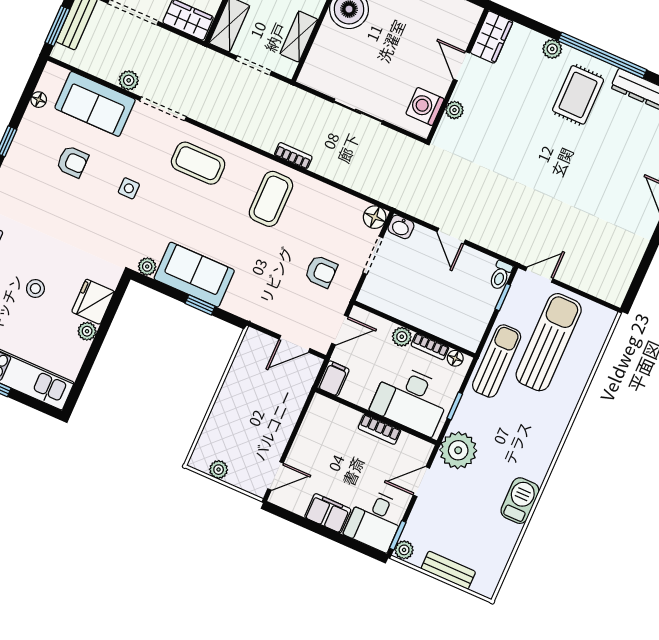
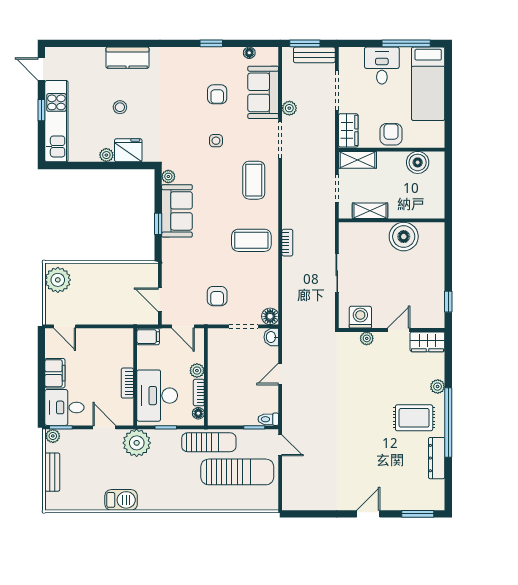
plant: (219, 470) -> (58, 280), width x1.87, depth x1.87

